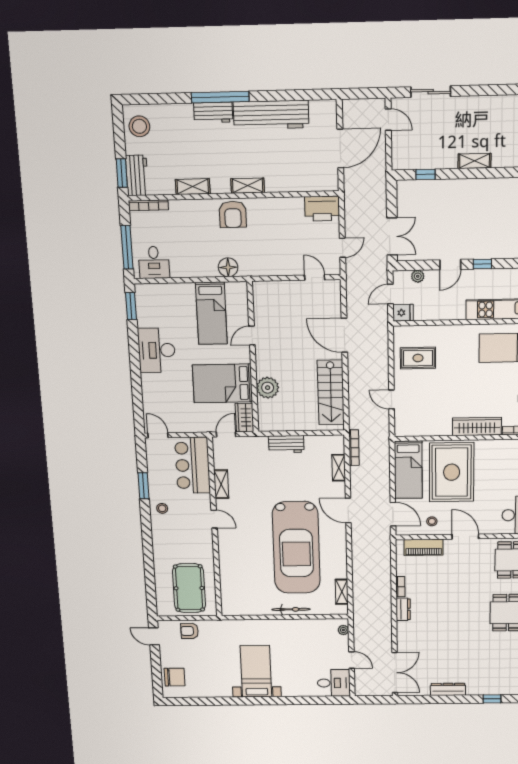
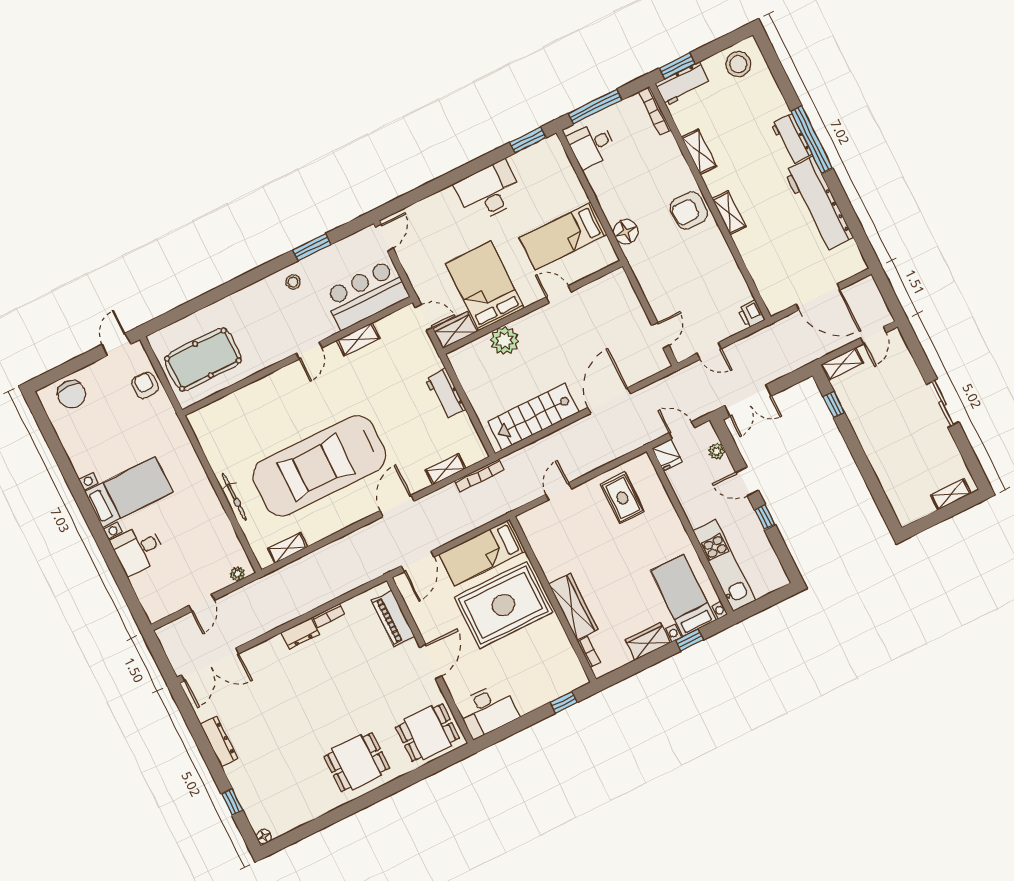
sliding door: (431, 92) -> (943, 403), moved
shelving: (474, 161) -> (842, 364), moved, turned 90
printer: (322, 209) -> (751, 314), width x0.53, depth x0.68
stool: (432, 521) -> (431, 612), removed
desk: (334, 683) -> (138, 549), moved, turned 90

